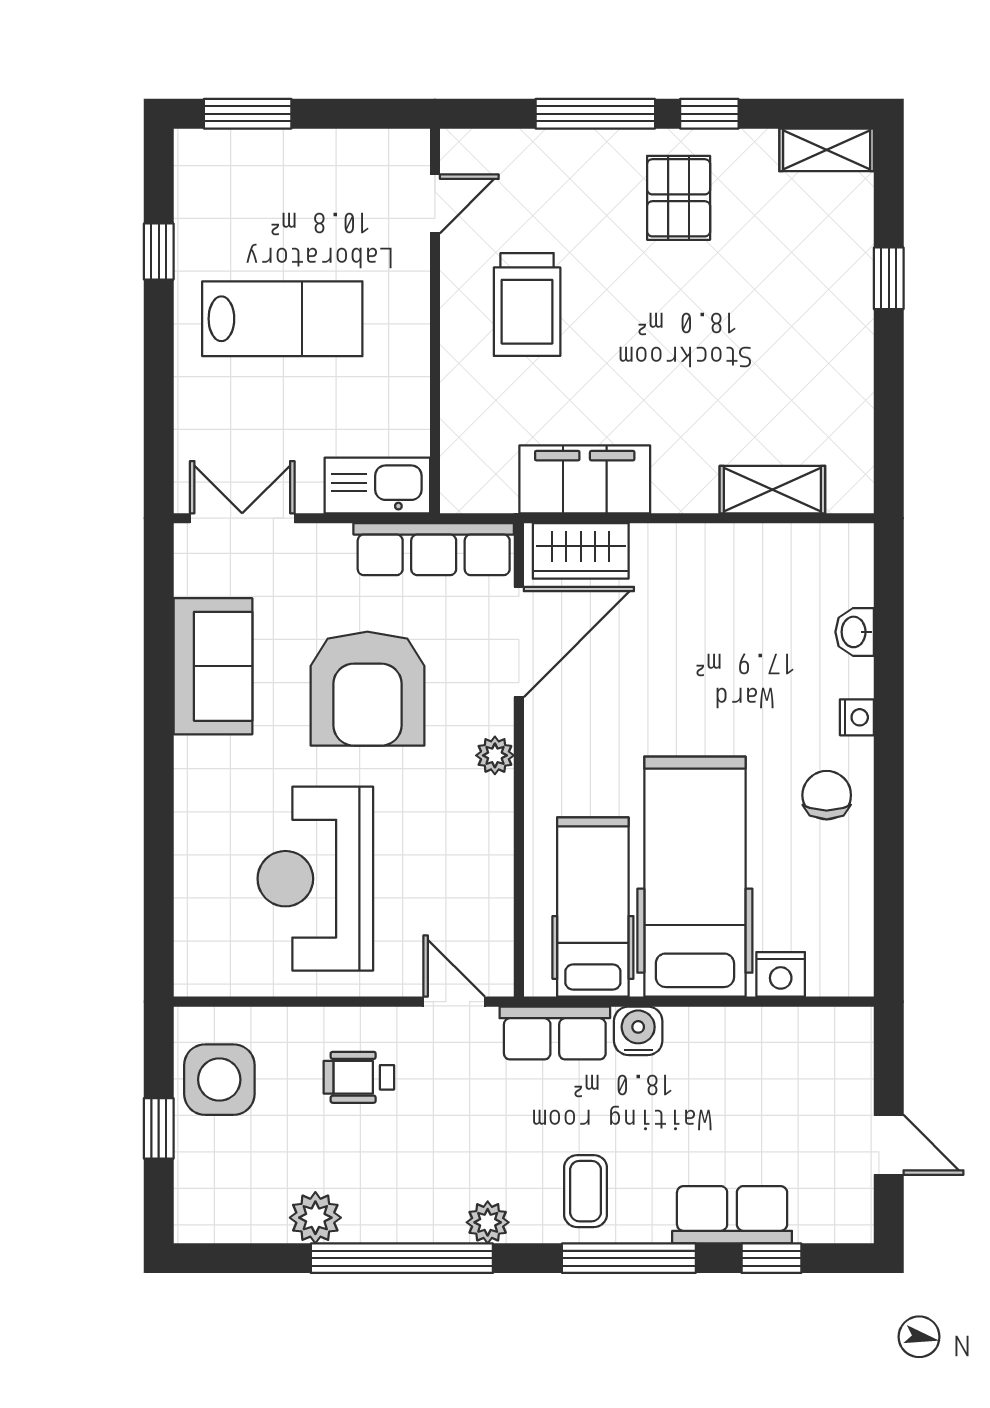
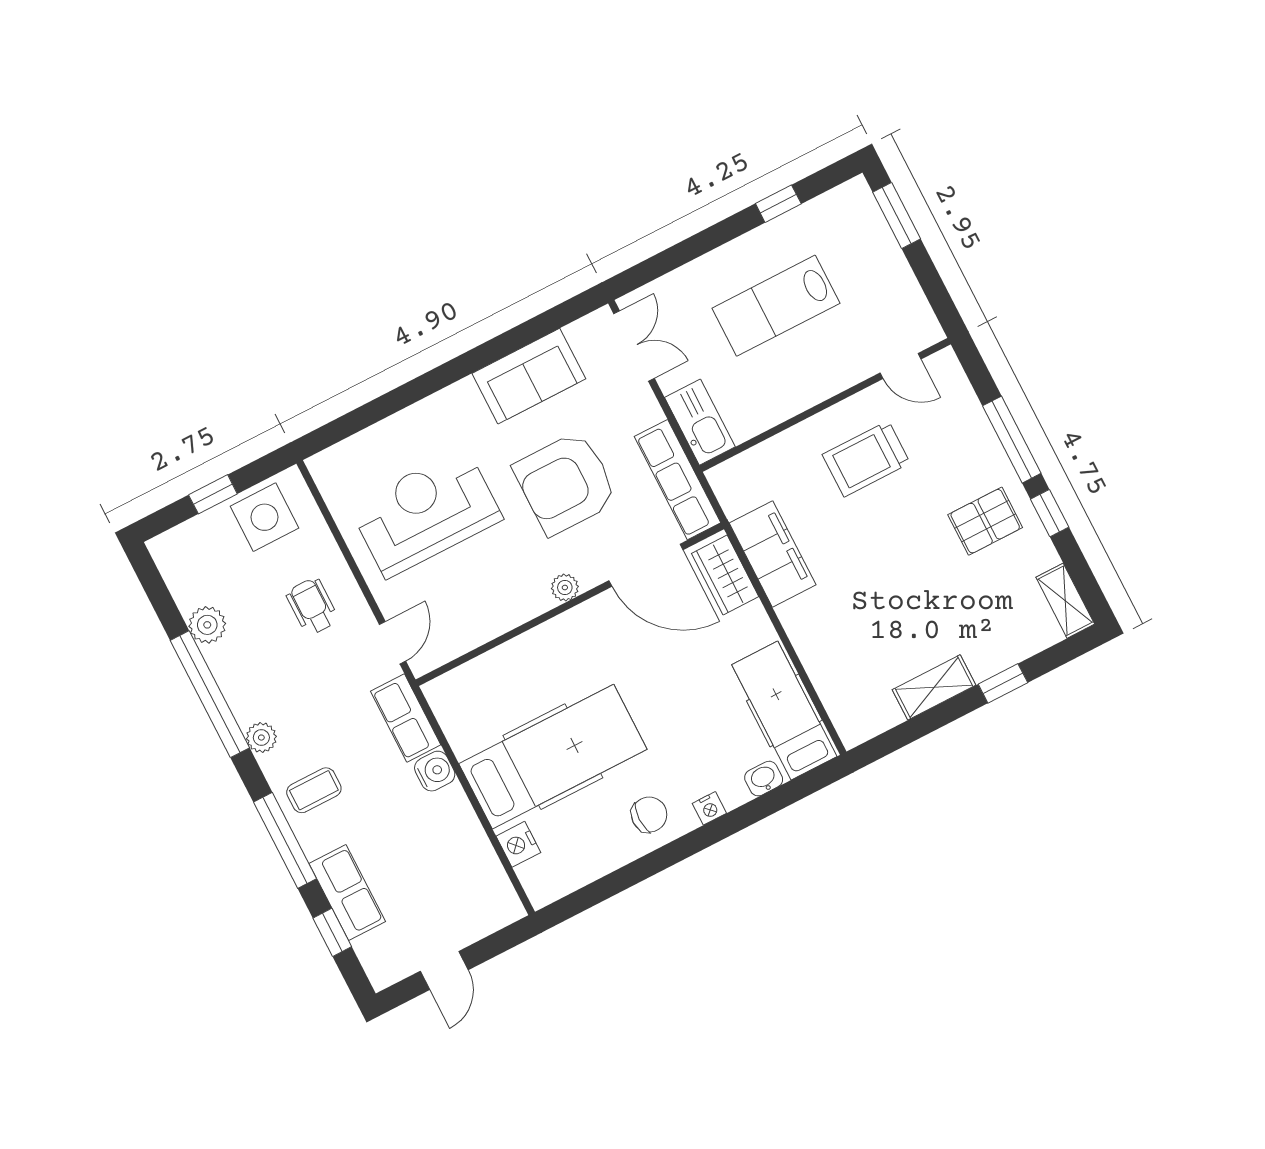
lab bench: (282, 319) -> (776, 306), turned 90
shelving: (772, 490) -> (934, 687), moved, turned 90
hospital bed: (593, 907) -> (784, 711), moved, turned -90

